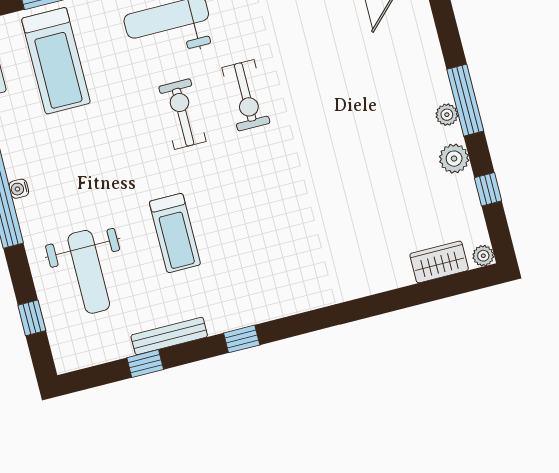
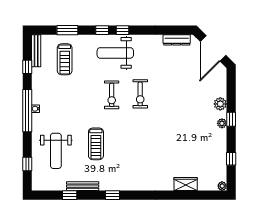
treadmill: (56, 61) -> (65, 59), width x0.73, depth x0.73
window: (465, 100) -> (231, 119), width x0.46
exercise bike: (182, 114) -> (112, 95), turned 180
plant: (454, 159) -> (220, 104), moved
wardrobe: (439, 262) -> (186, 184), moved

